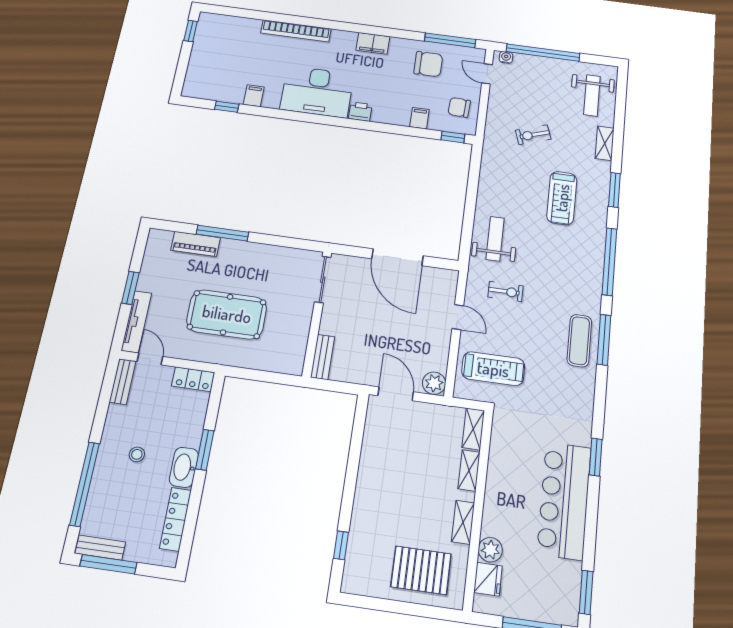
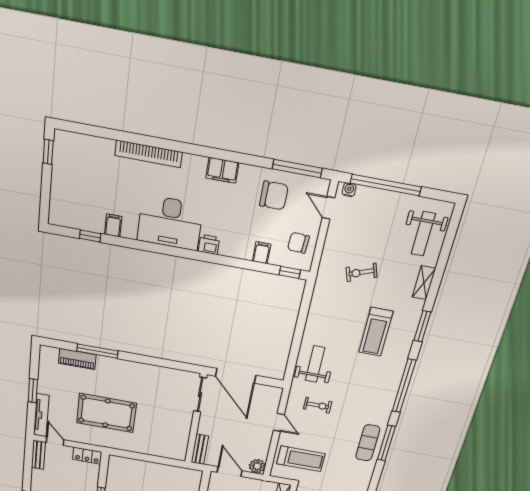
sliding door: (323, 280) -> (200, 395), moved
wall: (317, 313) -> (196, 419), moved
bench: (323, 357) -> (200, 449), moved

